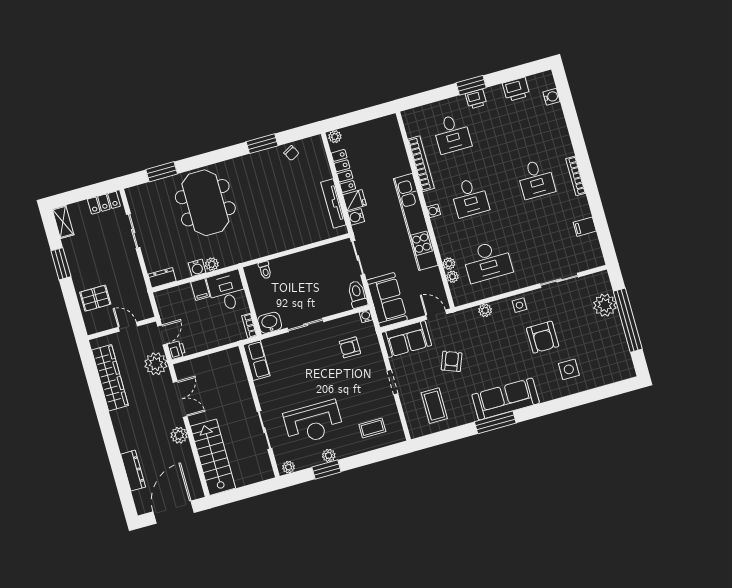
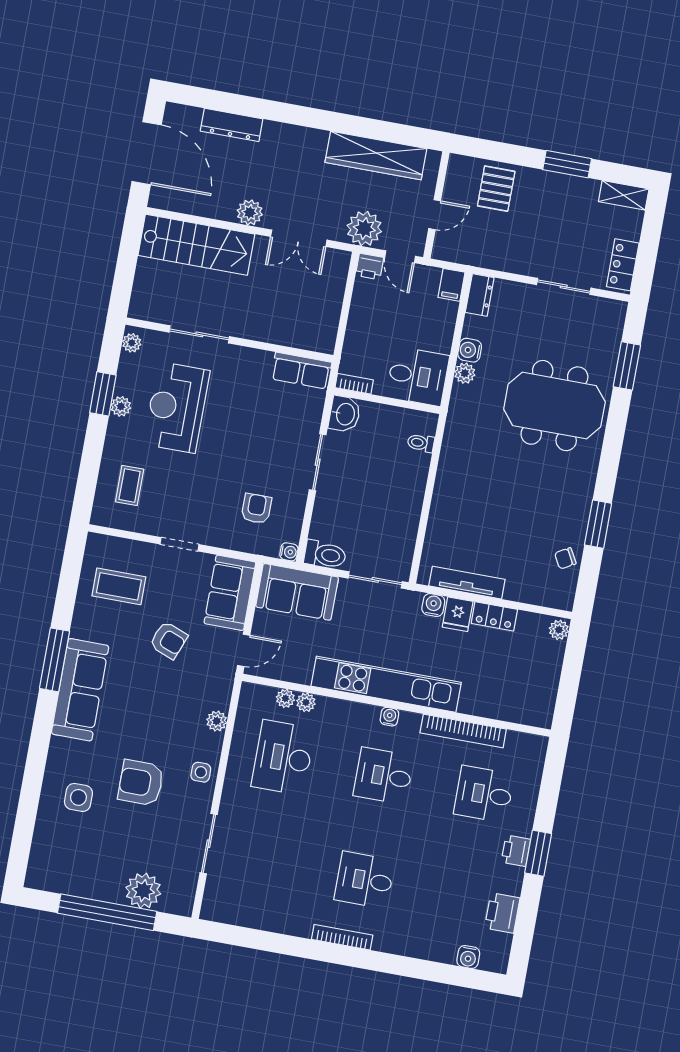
locker: (343, 171) -> (494, 616), width x0.66
filing cabinet: (585, 227) -> (266, 915), removed
filing cabinet: (200, 289) -> (451, 285), moved, turned -90

